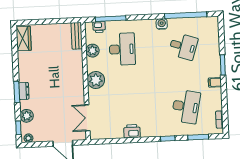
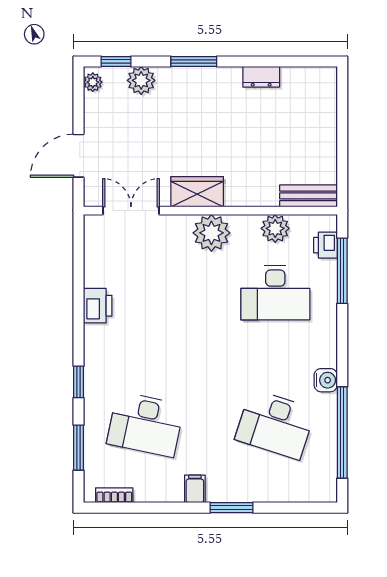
wardrobe: (24, 39) -> (197, 192), moved, turned 180
desk: (183, 46) -> (275, 424), width x1.37
dresser: (24, 91) -> (261, 77), moved

